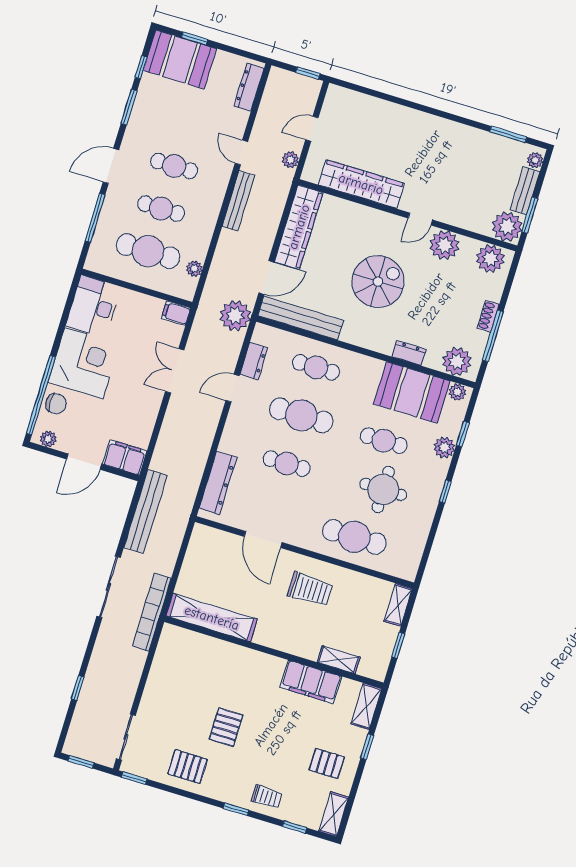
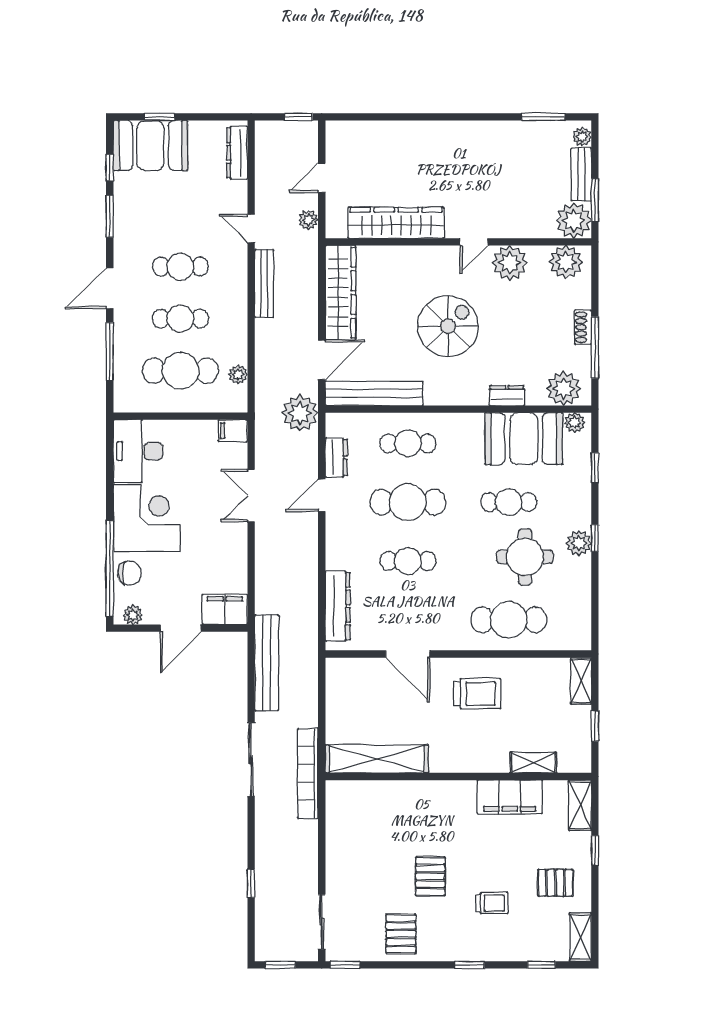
plant: (444, 447) -> (579, 543), moved
pallet: (188, 767) -> (401, 934), turned 90
trolley: (267, 797) -> (492, 903), moved

